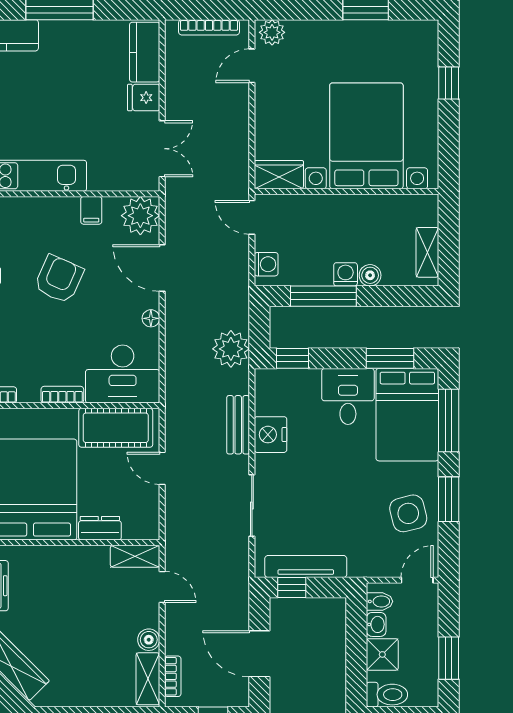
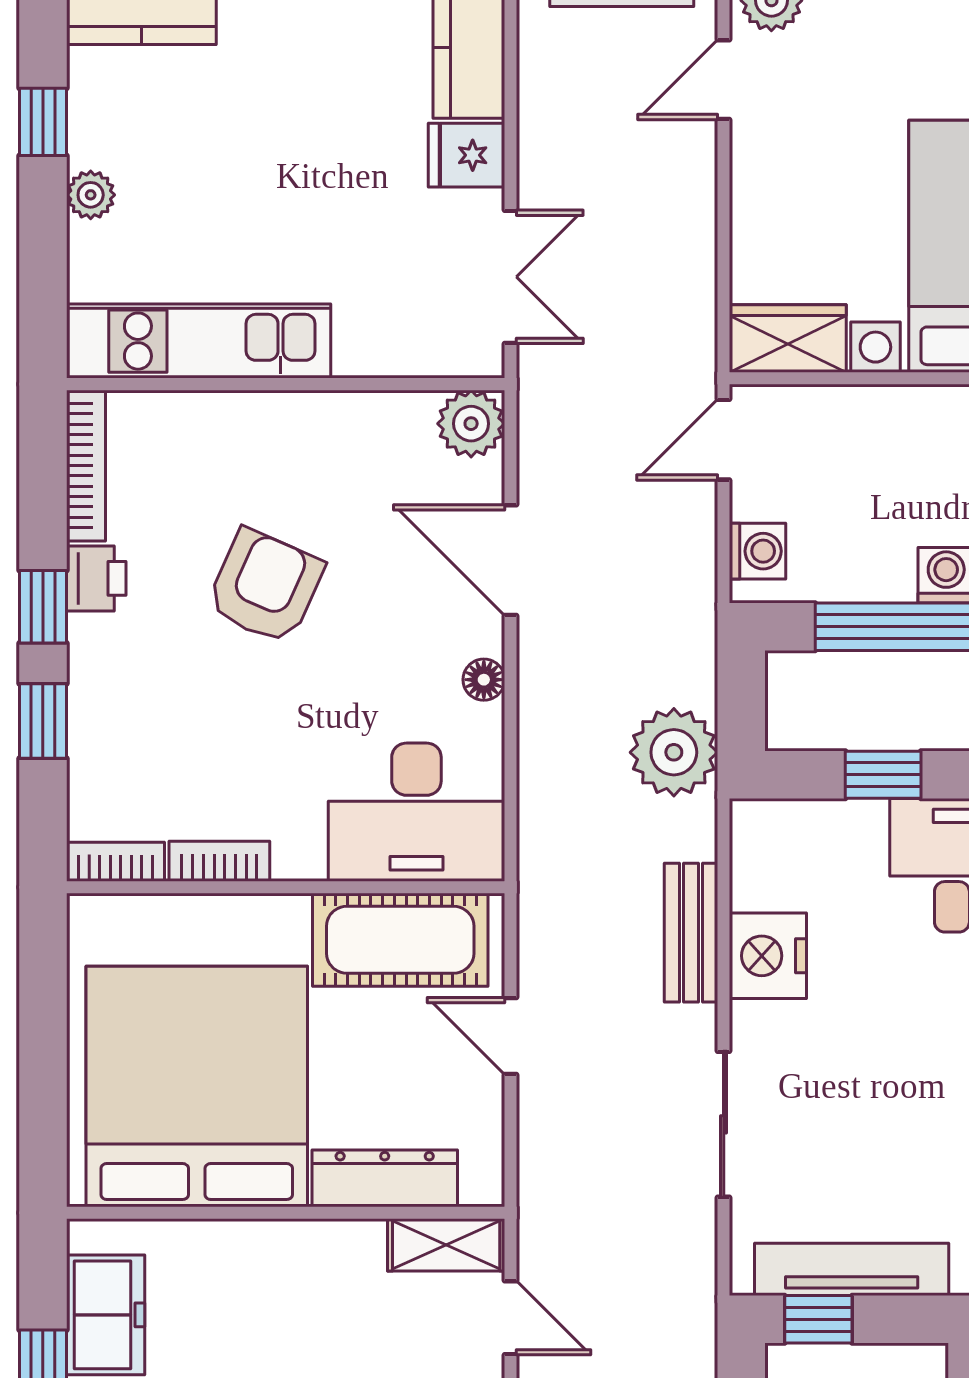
filing cabinet: (91, 210) -> (342, 423), removed
plant: (140, 216) -> (471, 424), width x0.73, depth x0.73
door: (252, 217) -> (724, 440), hinge flipped
window: (292, 358) -> (883, 775), moved
bookcase: (62, 395) -> (219, 861), moved
dresser: (100, 528) -> (385, 1178), width x1.44

